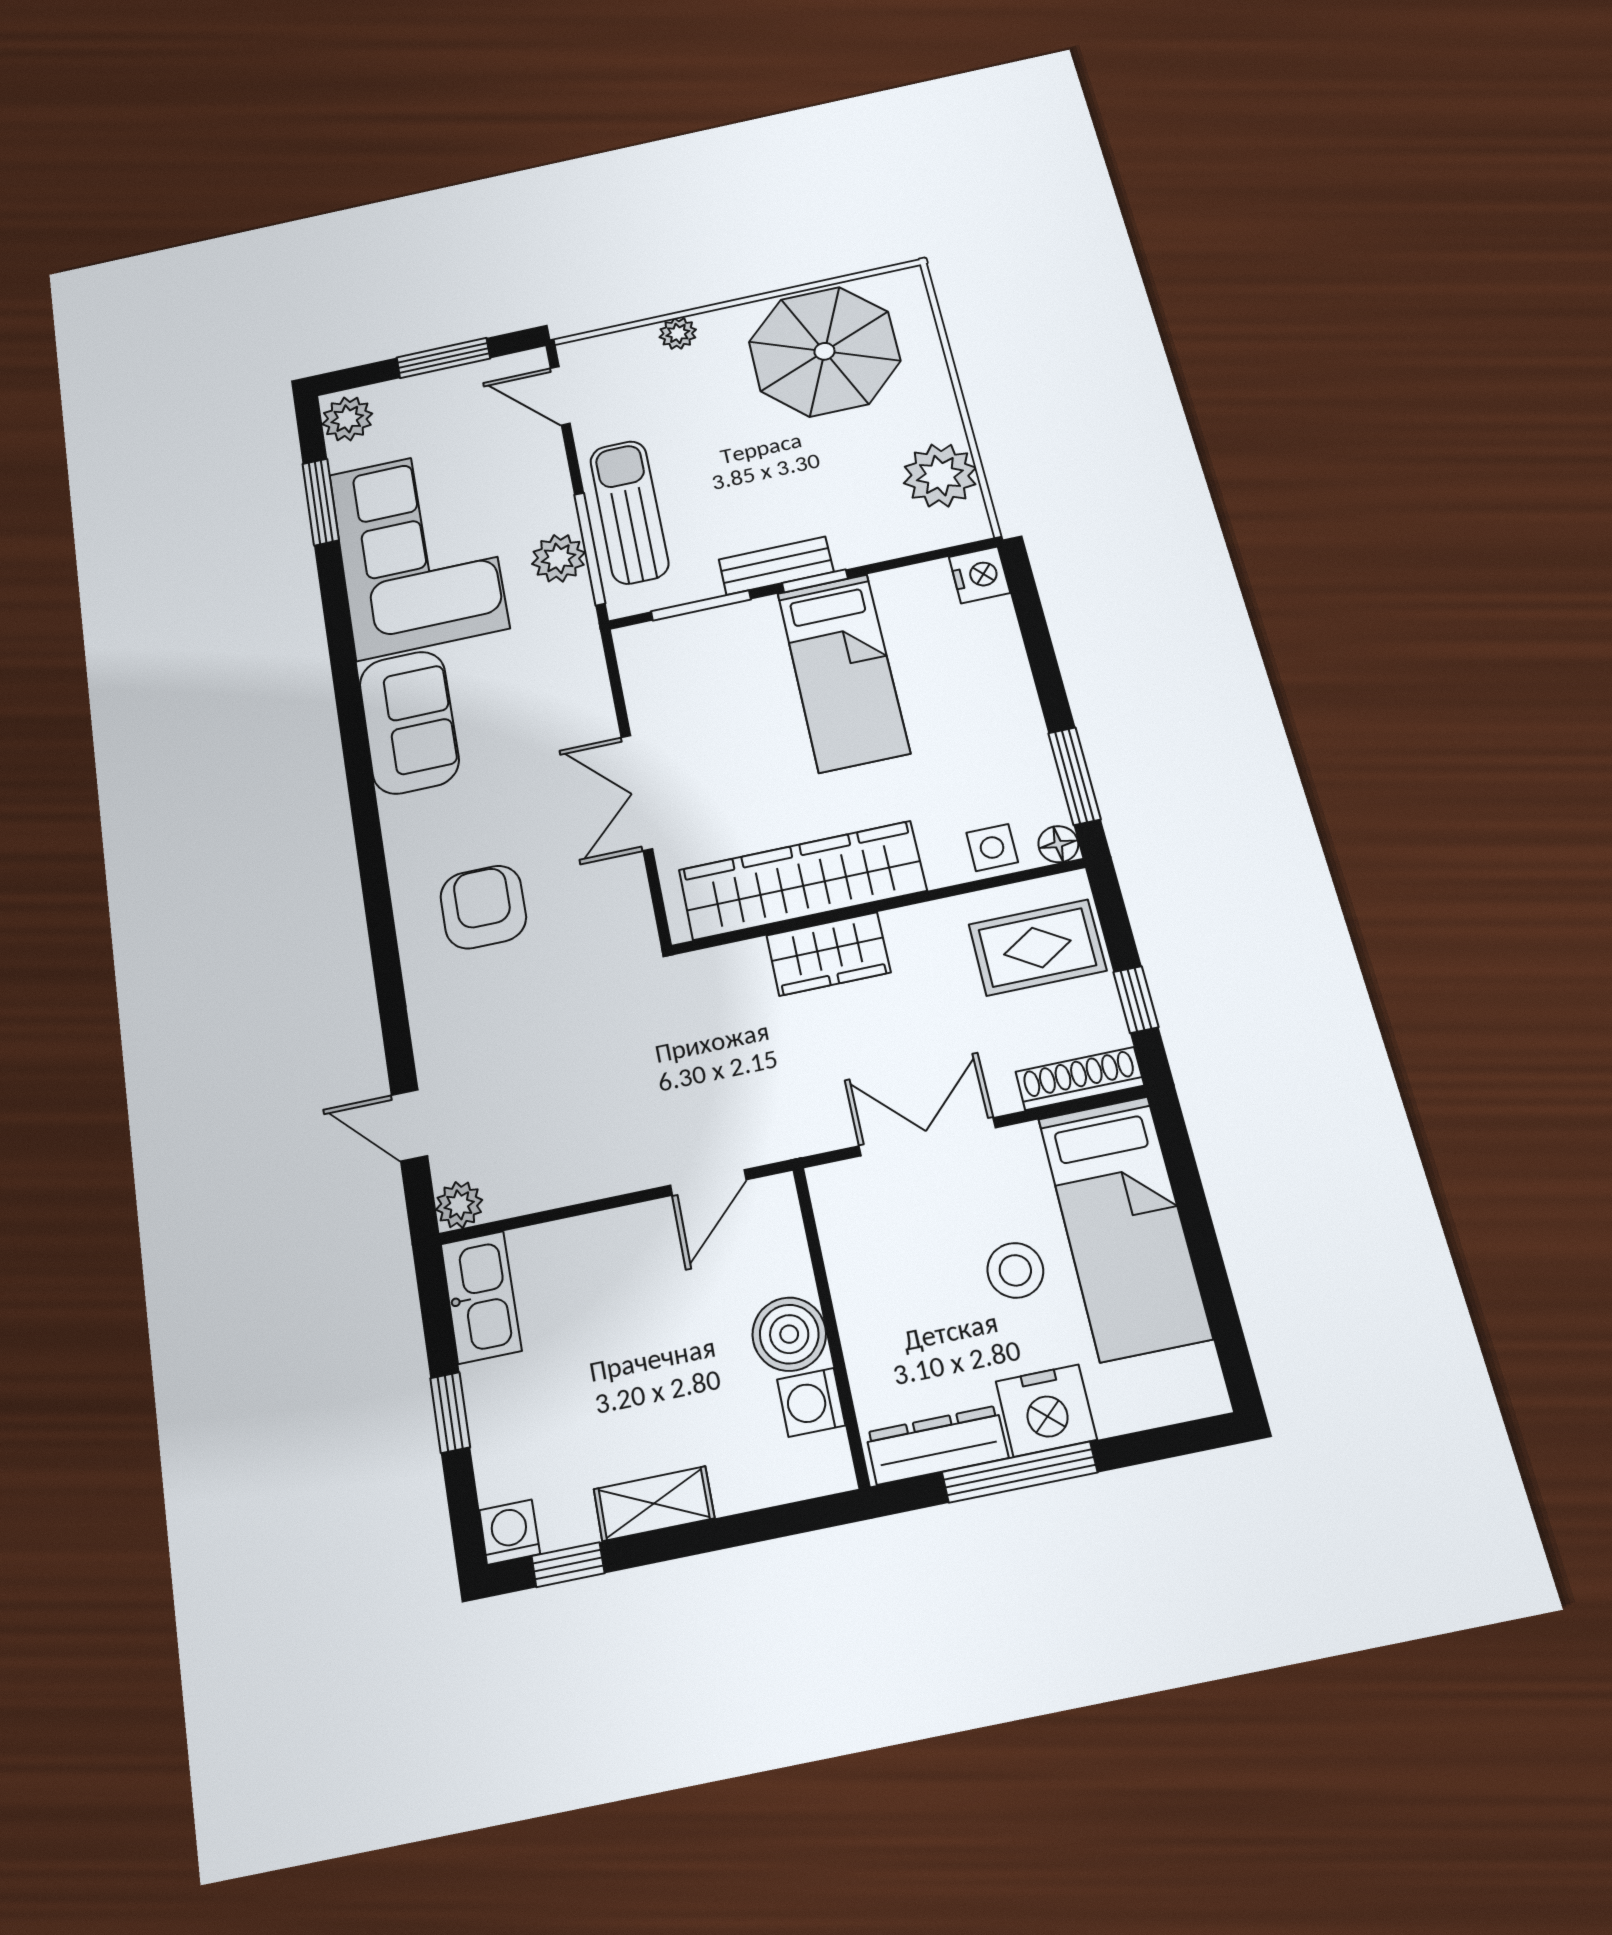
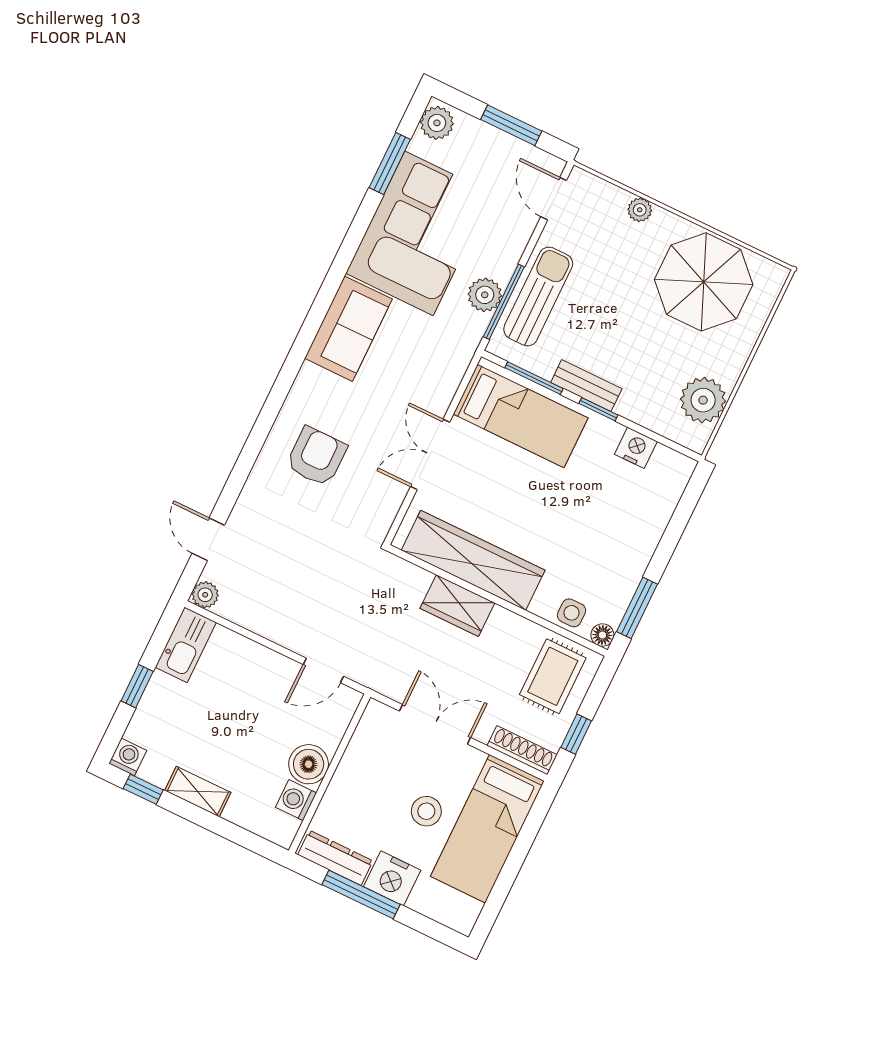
nightstand: (979, 575) -> (636, 448), moved, turned -90
bed: (843, 672) -> (521, 416), moved, turned -90
rug: (1037, 947) -> (553, 676), turned 90

